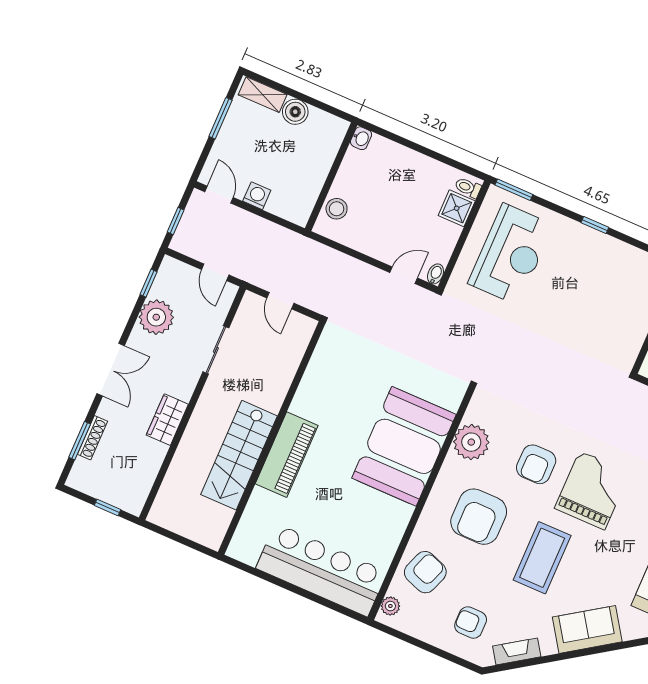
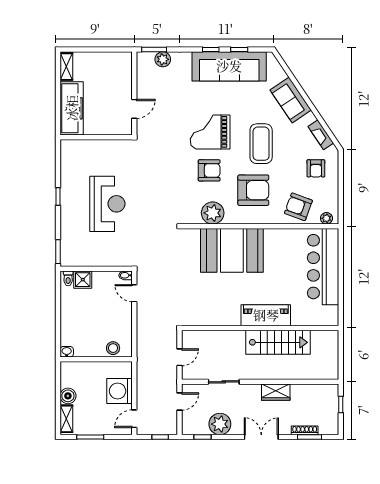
washing machine: (257, 196) -> (120, 391), width x1.89, depth x1.89
reception desk: (511, 254) -> (107, 204), moved, turned 90
coffee table: (542, 558) -> (261, 144), turned 90

